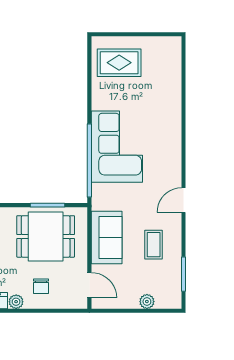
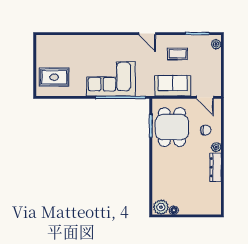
rug: (119, 63) -> (54, 77), turned 90
door: (89, 285) -> (205, 97), swing flipped
plant: (147, 302) -> (216, 44), moved

